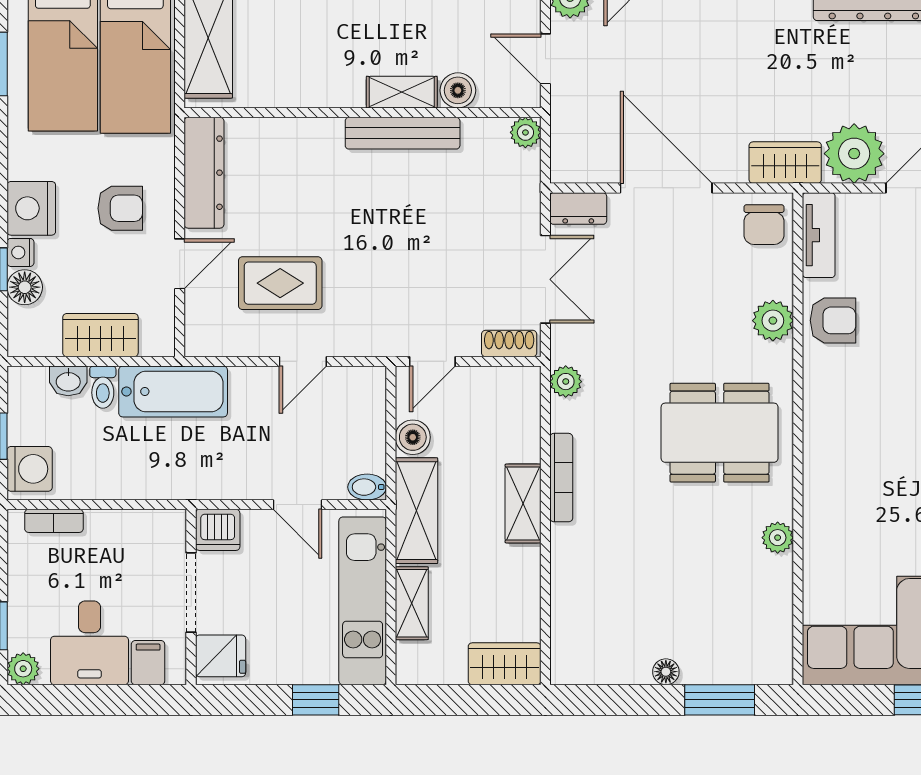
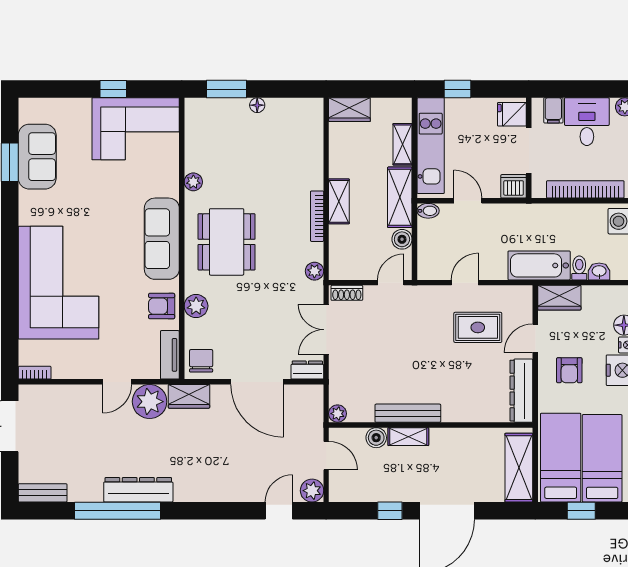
armchair: (120, 208) -> (569, 370), turned -90
wardrobe: (100, 335) -> (559, 298), moved
dining table: (720, 433) -> (227, 242), turned 90
sofa: (833, 438) -> (162, 239), added
bookcase: (54, 521) -> (585, 189), width x2.31, depth x1.31

